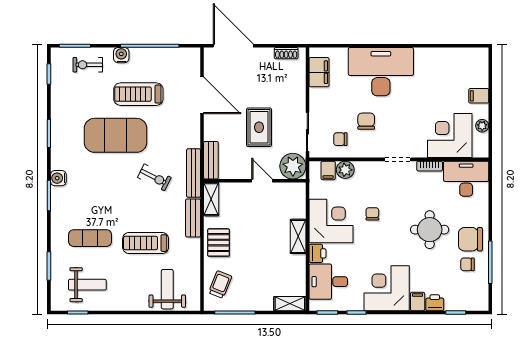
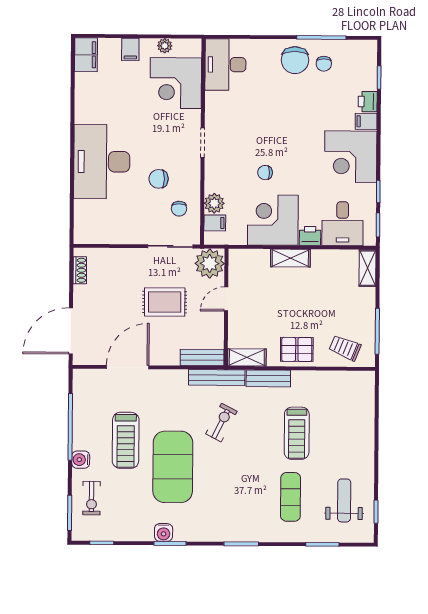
filing cabinet: (319, 72) -> (86, 55), moved, turned 90
bookcase: (430, 166) -> (211, 106), removed
water cooler: (58, 178) -> (164, 532), moved
round table: (430, 230) -> (284, 107), removed
weight bench: (167, 289) -> (350, 409), removed

